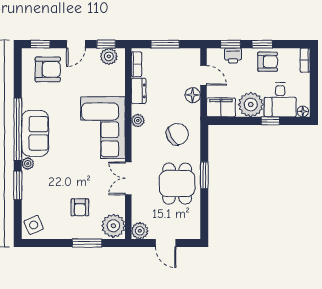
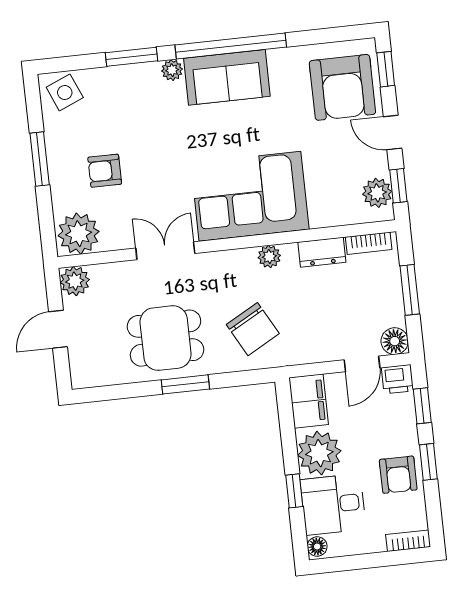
printer: (233, 56) -> (397, 379), moved, turned -90
armchair: (48, 69) -> (342, 87), width x1.36, depth x1.36
floor lamp: (193, 95) -> (395, 341), moved
window: (87, 243) -> (40, 159), moved

